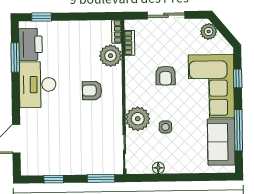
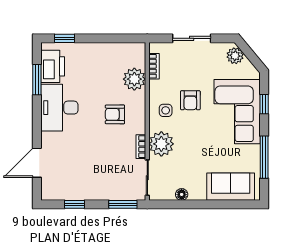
bookcase: (117, 32) -> (141, 147), moved
side table: (165, 127) -> (166, 110), moved
sofa: (221, 142) -> (231, 187), moved, turned 90

